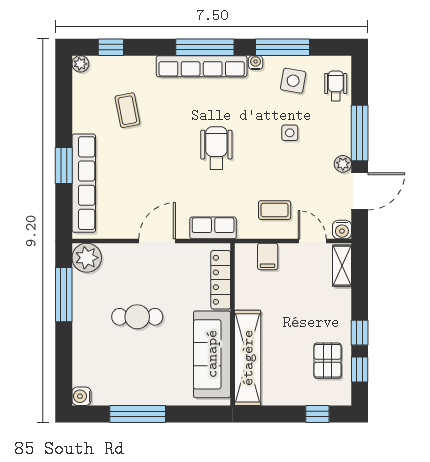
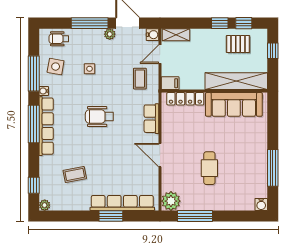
locker: (221, 280) -> (185, 99), moved
wall: (233, 324) -> (214, 91), moved
sofa: (212, 354) -> (234, 104), moved
shelving: (248, 358) -> (236, 81), moved

